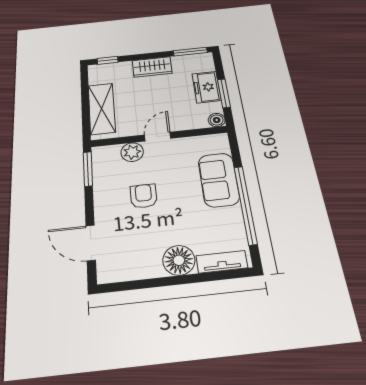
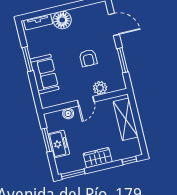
boiler: (217, 120) -> (68, 114), moved
window: (88, 169) -> (122, 60), moved
window: (245, 205) -> (27, 59), width x0.47

